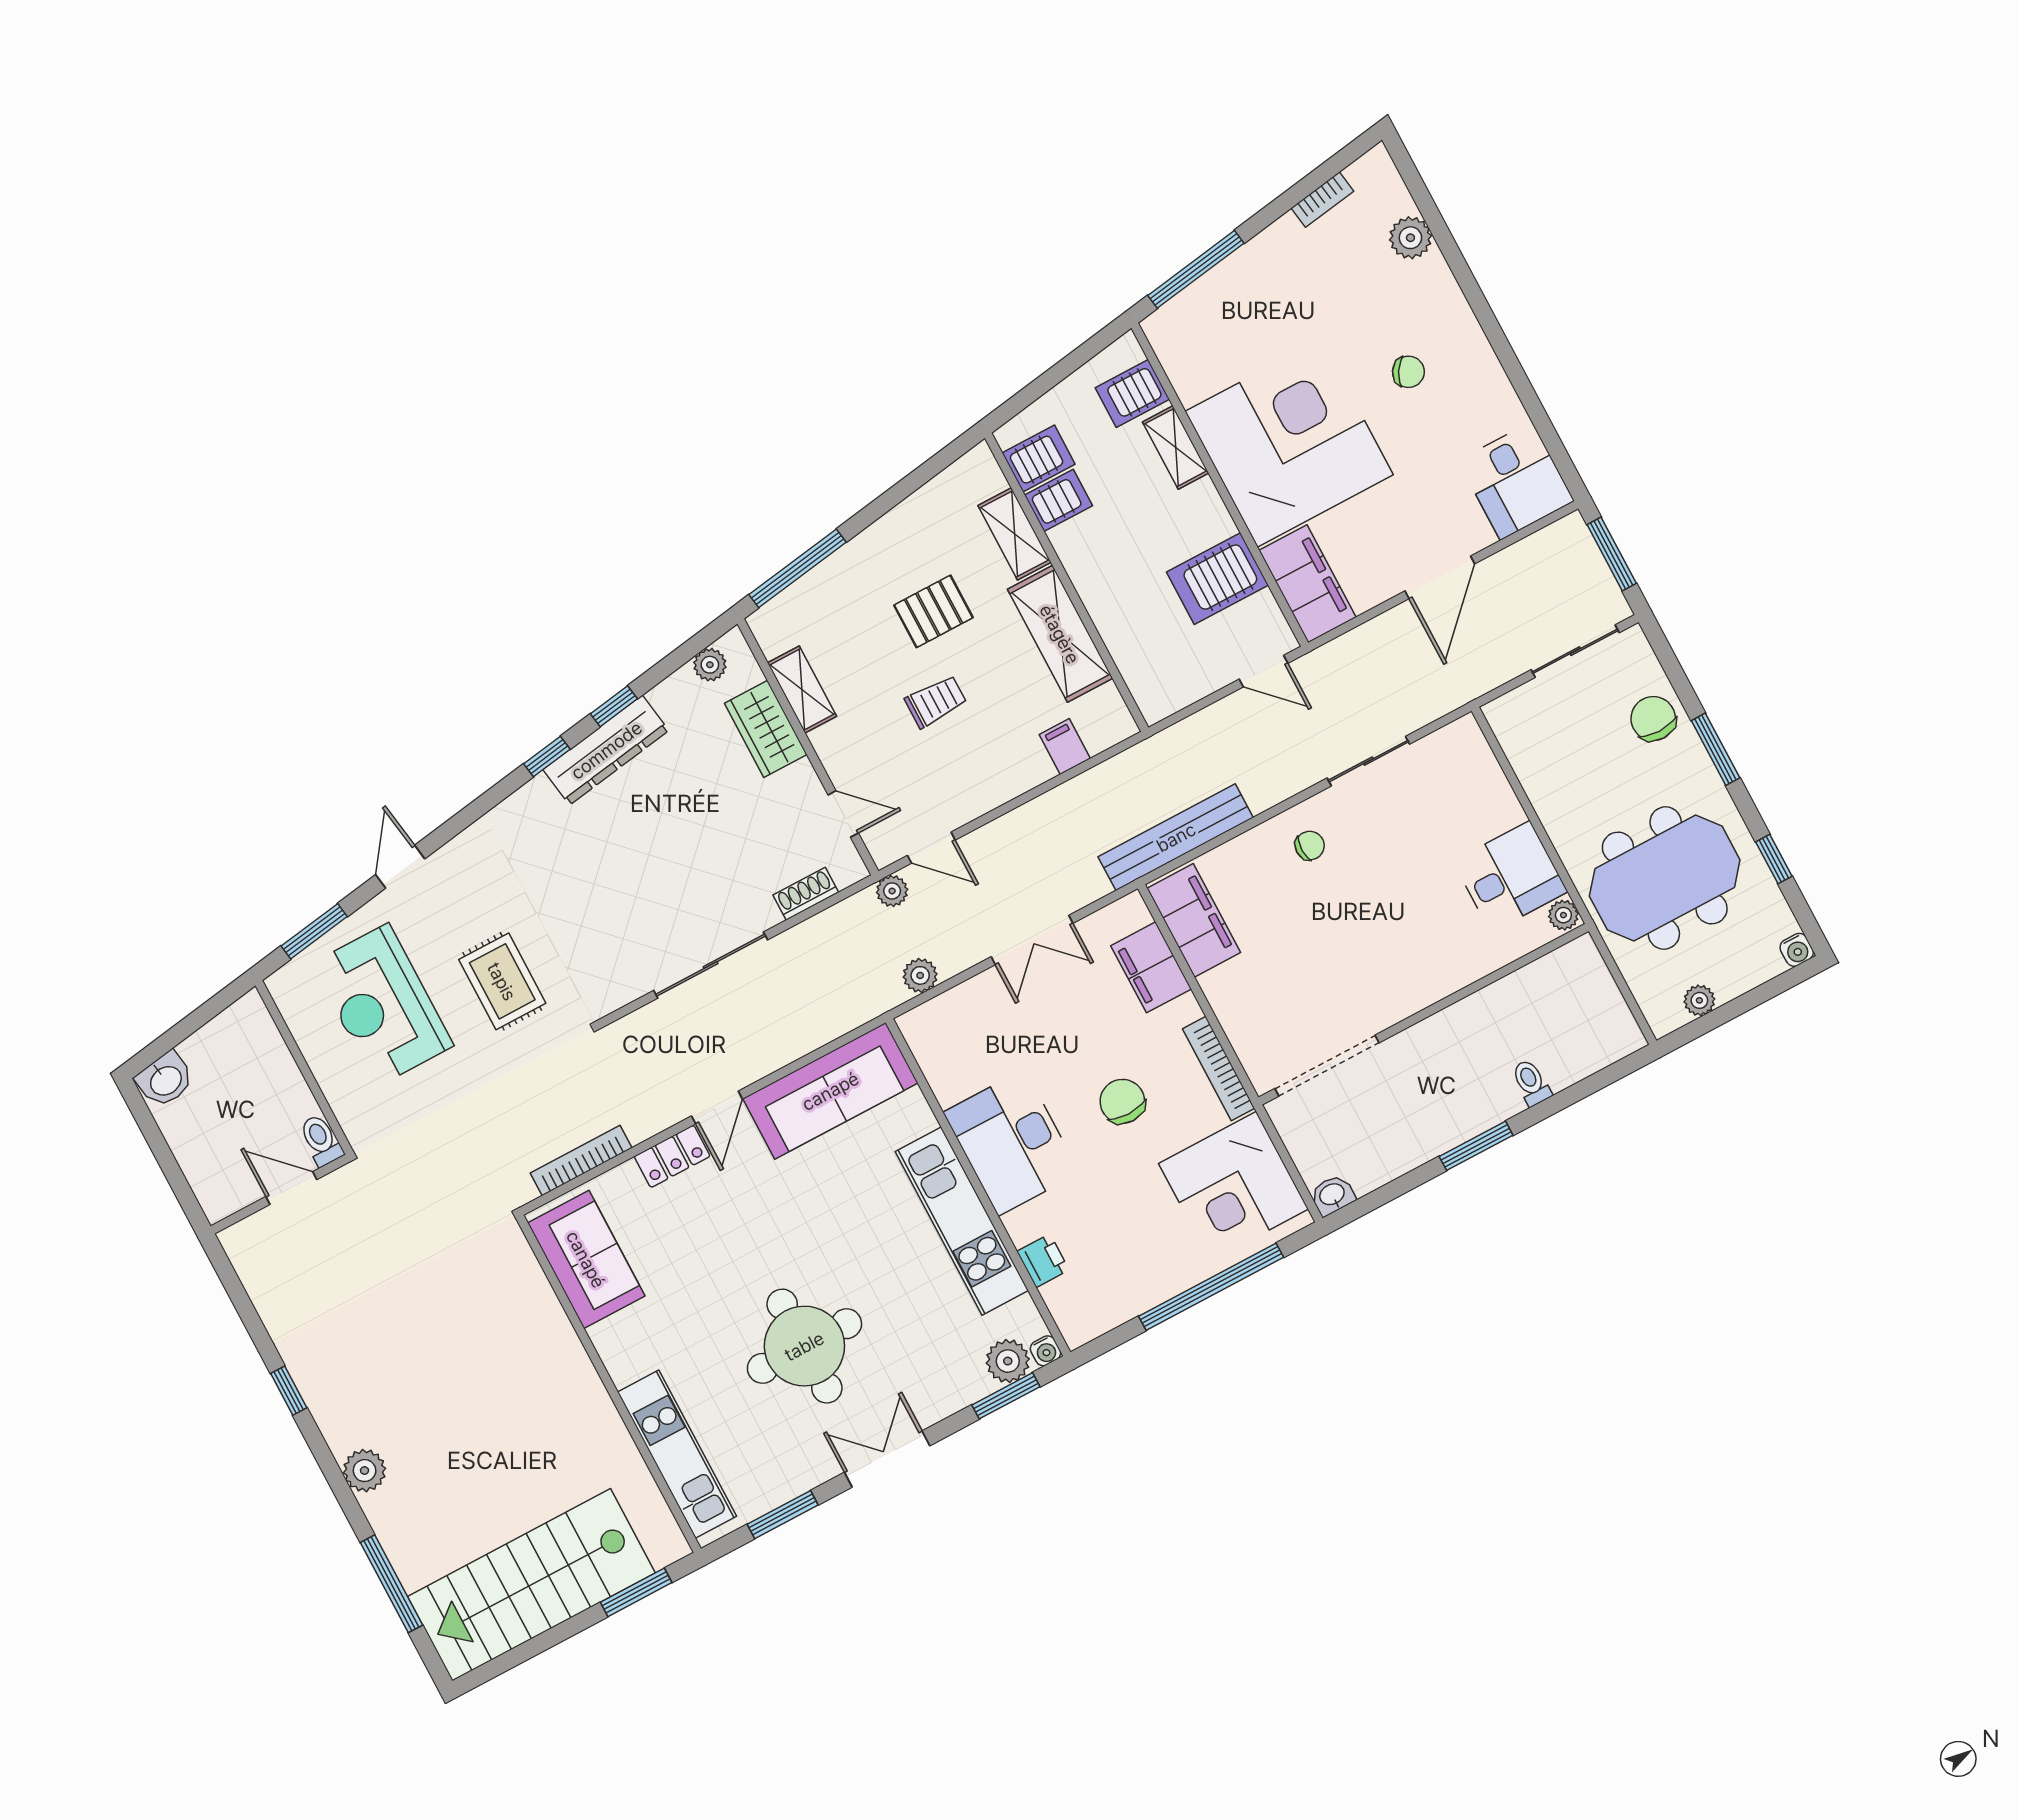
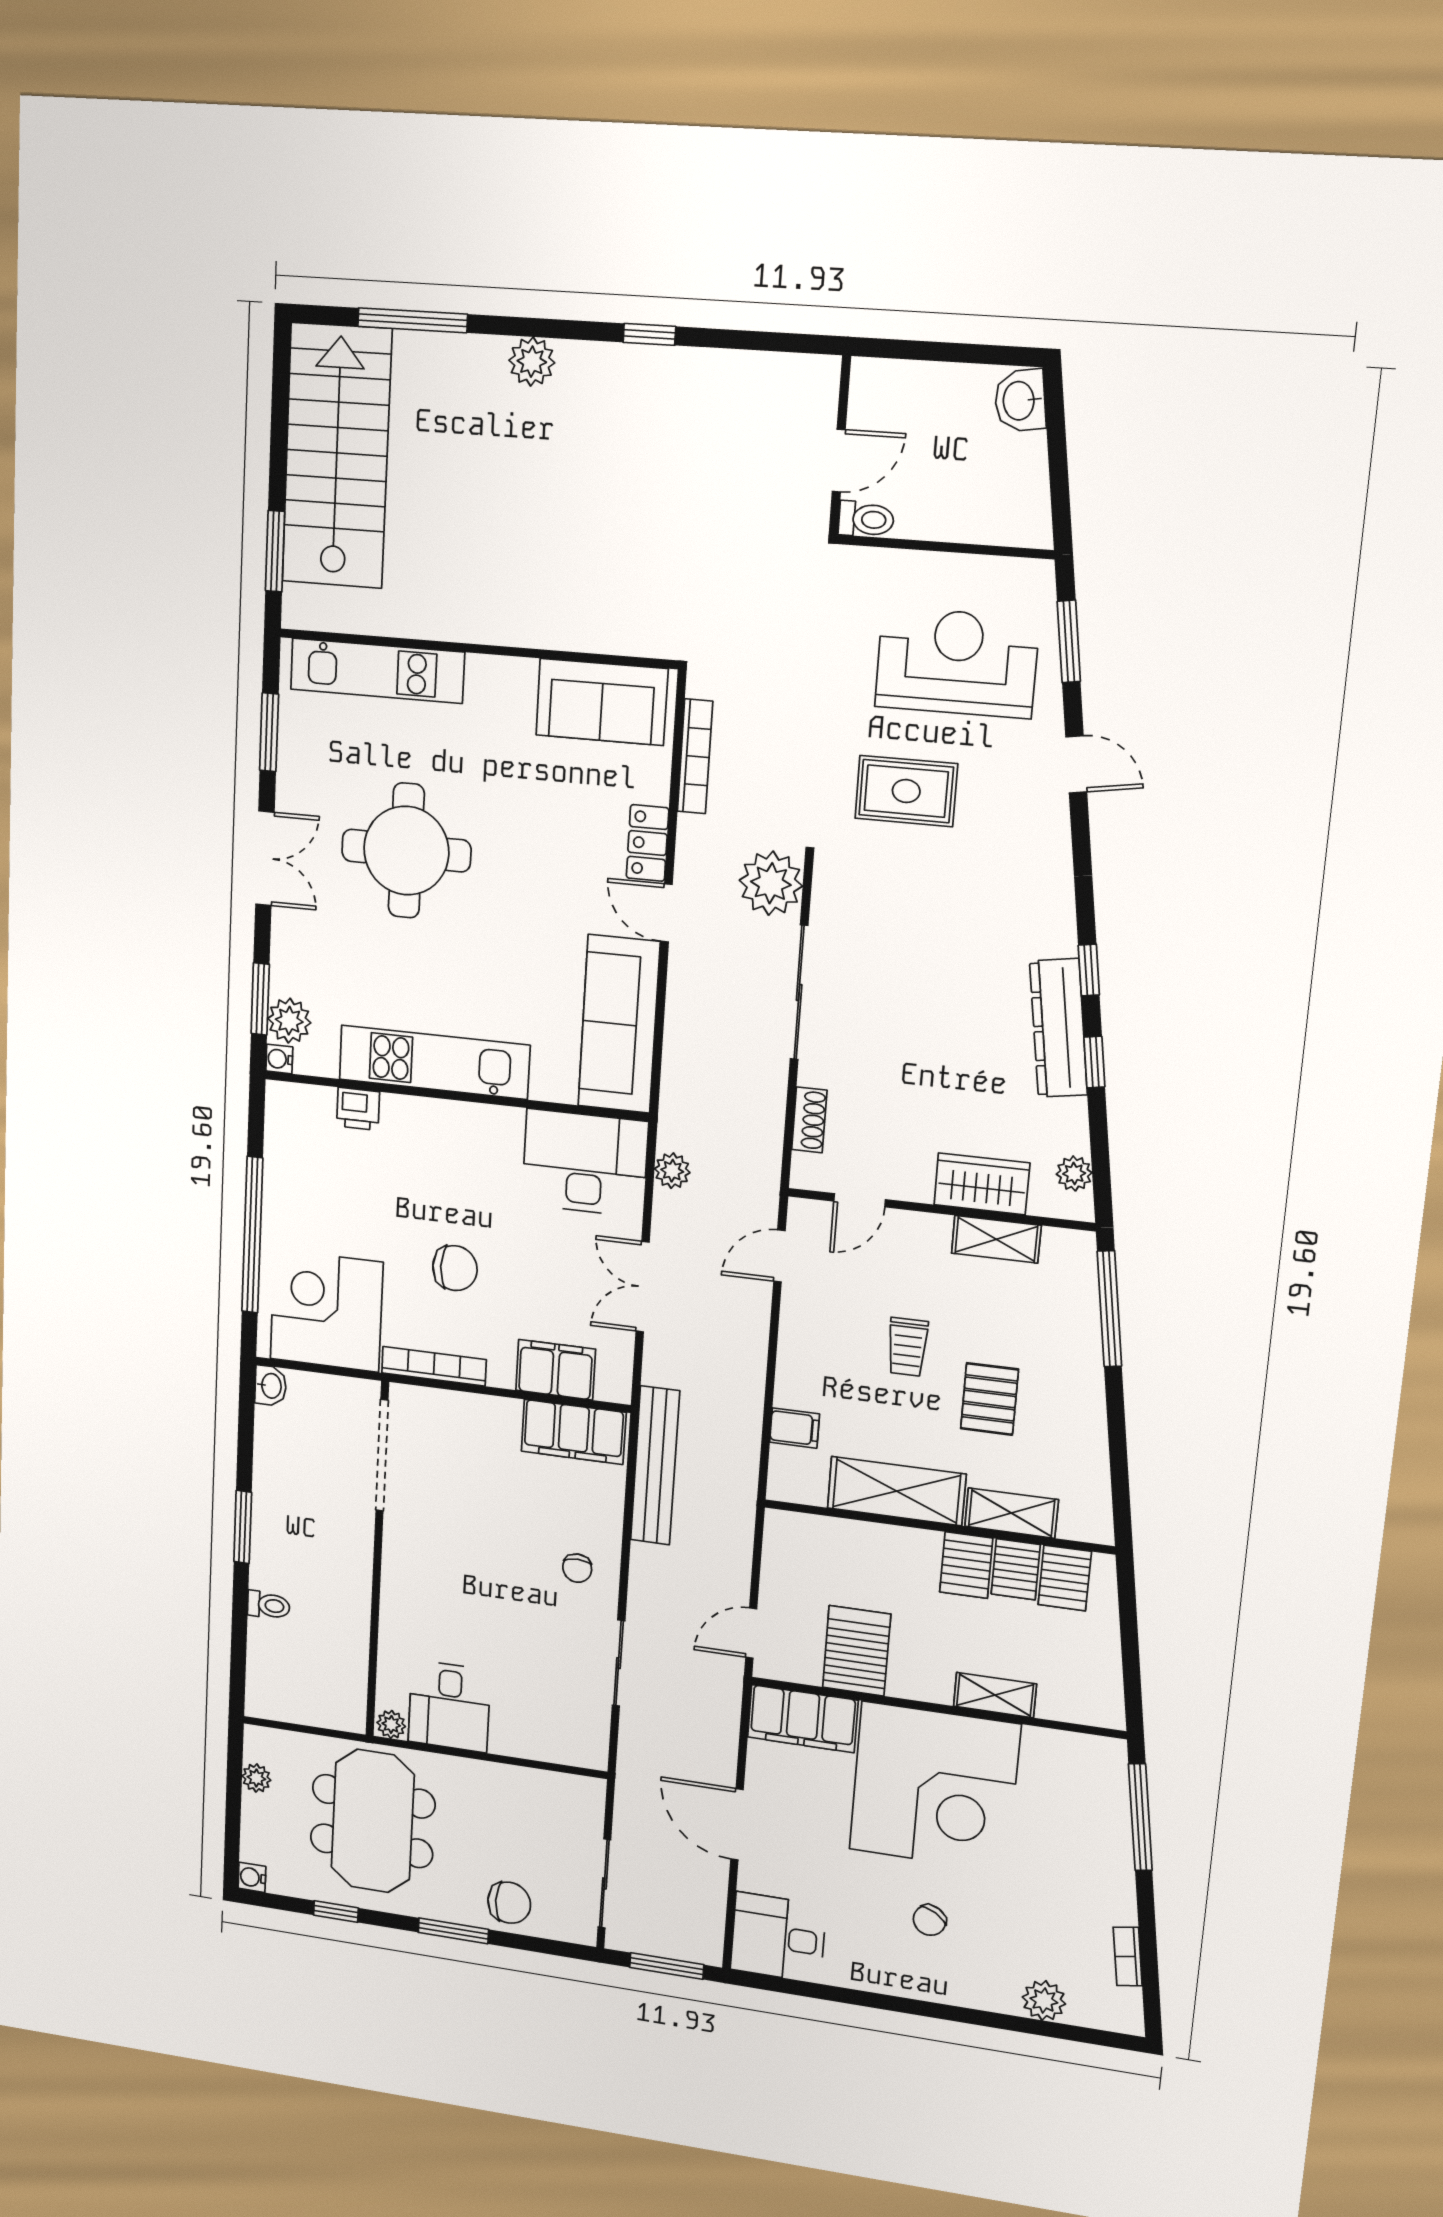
server rack: (1132, 393) -> (966, 1565), moved, turned 180
plant: (892, 891) -> (771, 883), moved, width x1.88, depth x1.88
desk: (1011, 1143) -> (585, 1163), moved

